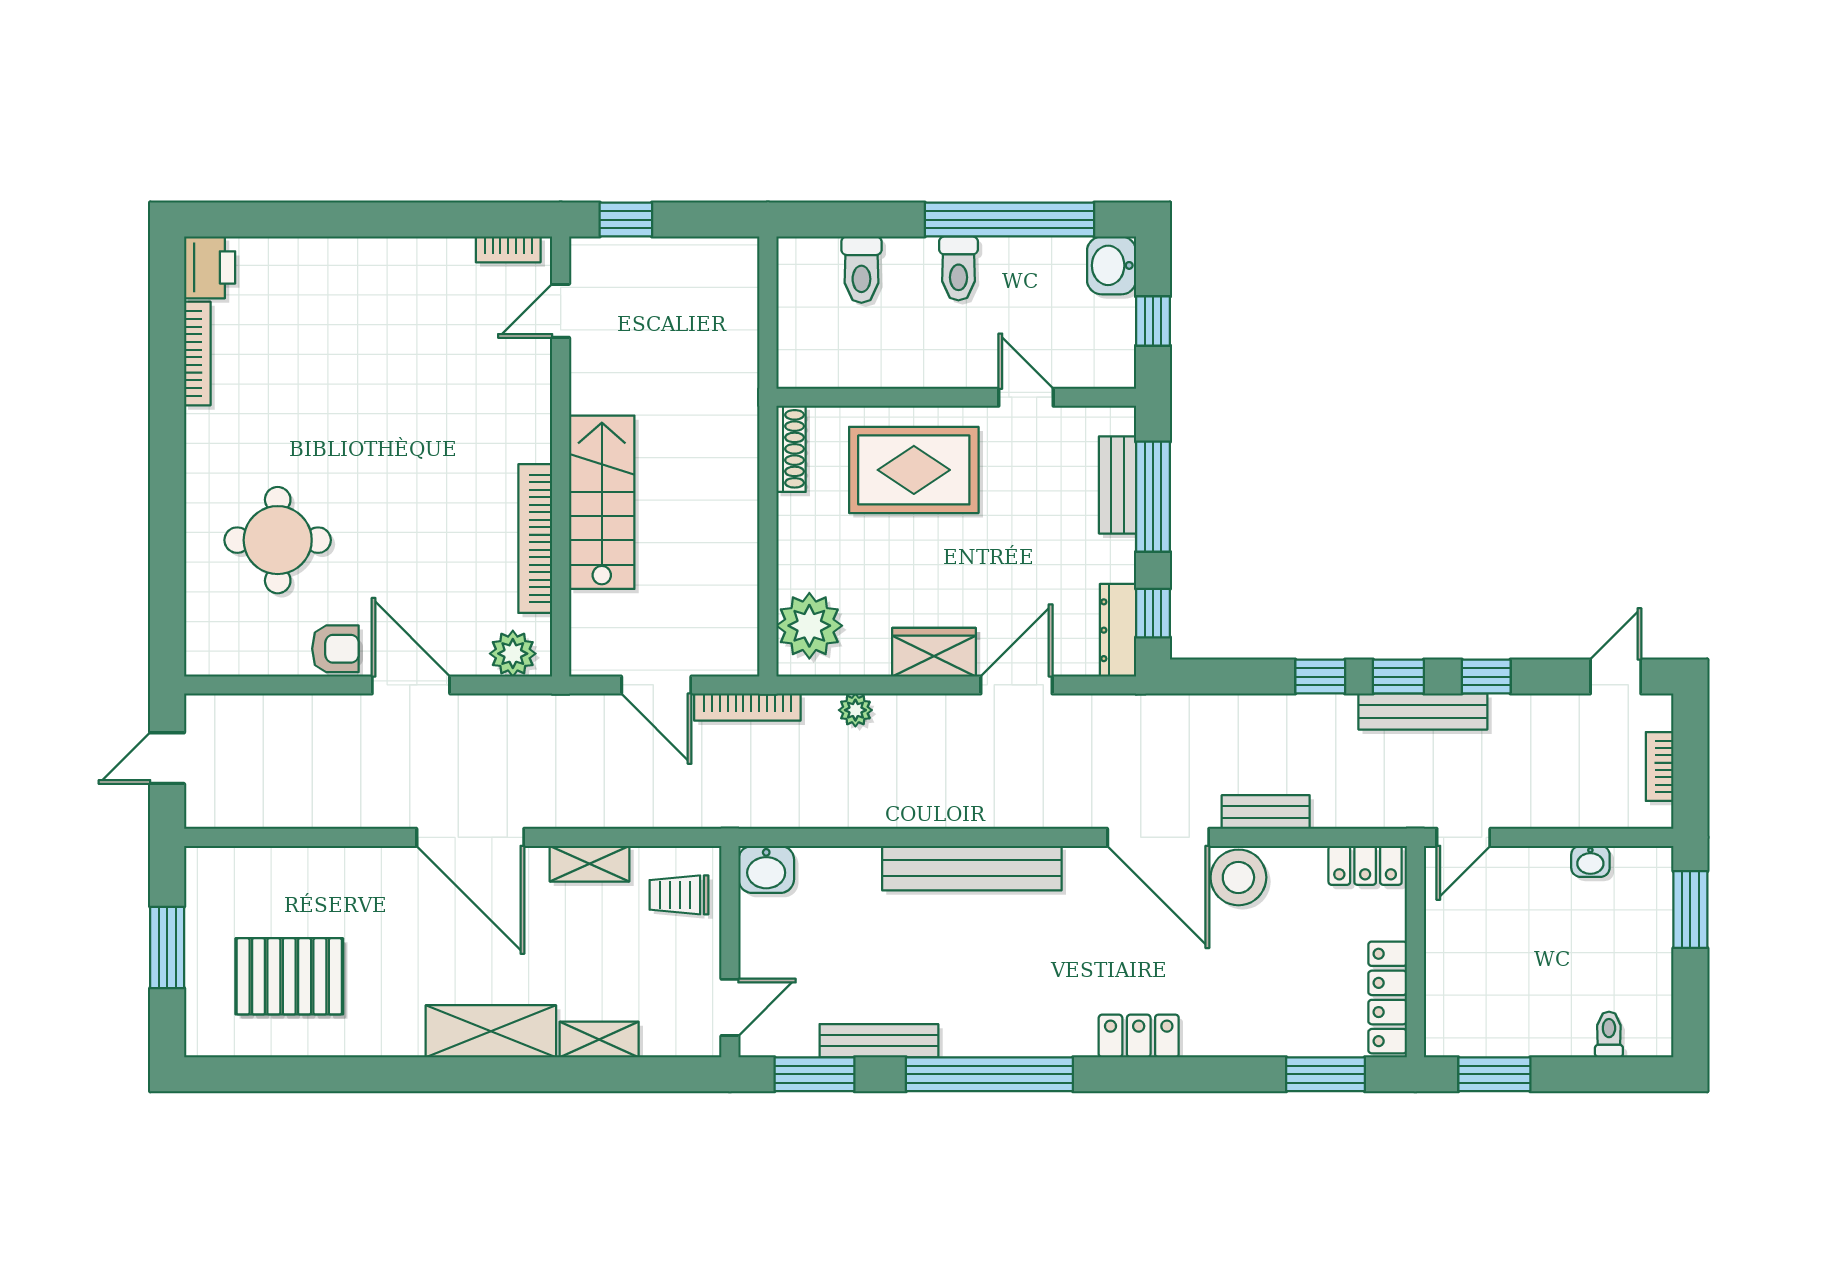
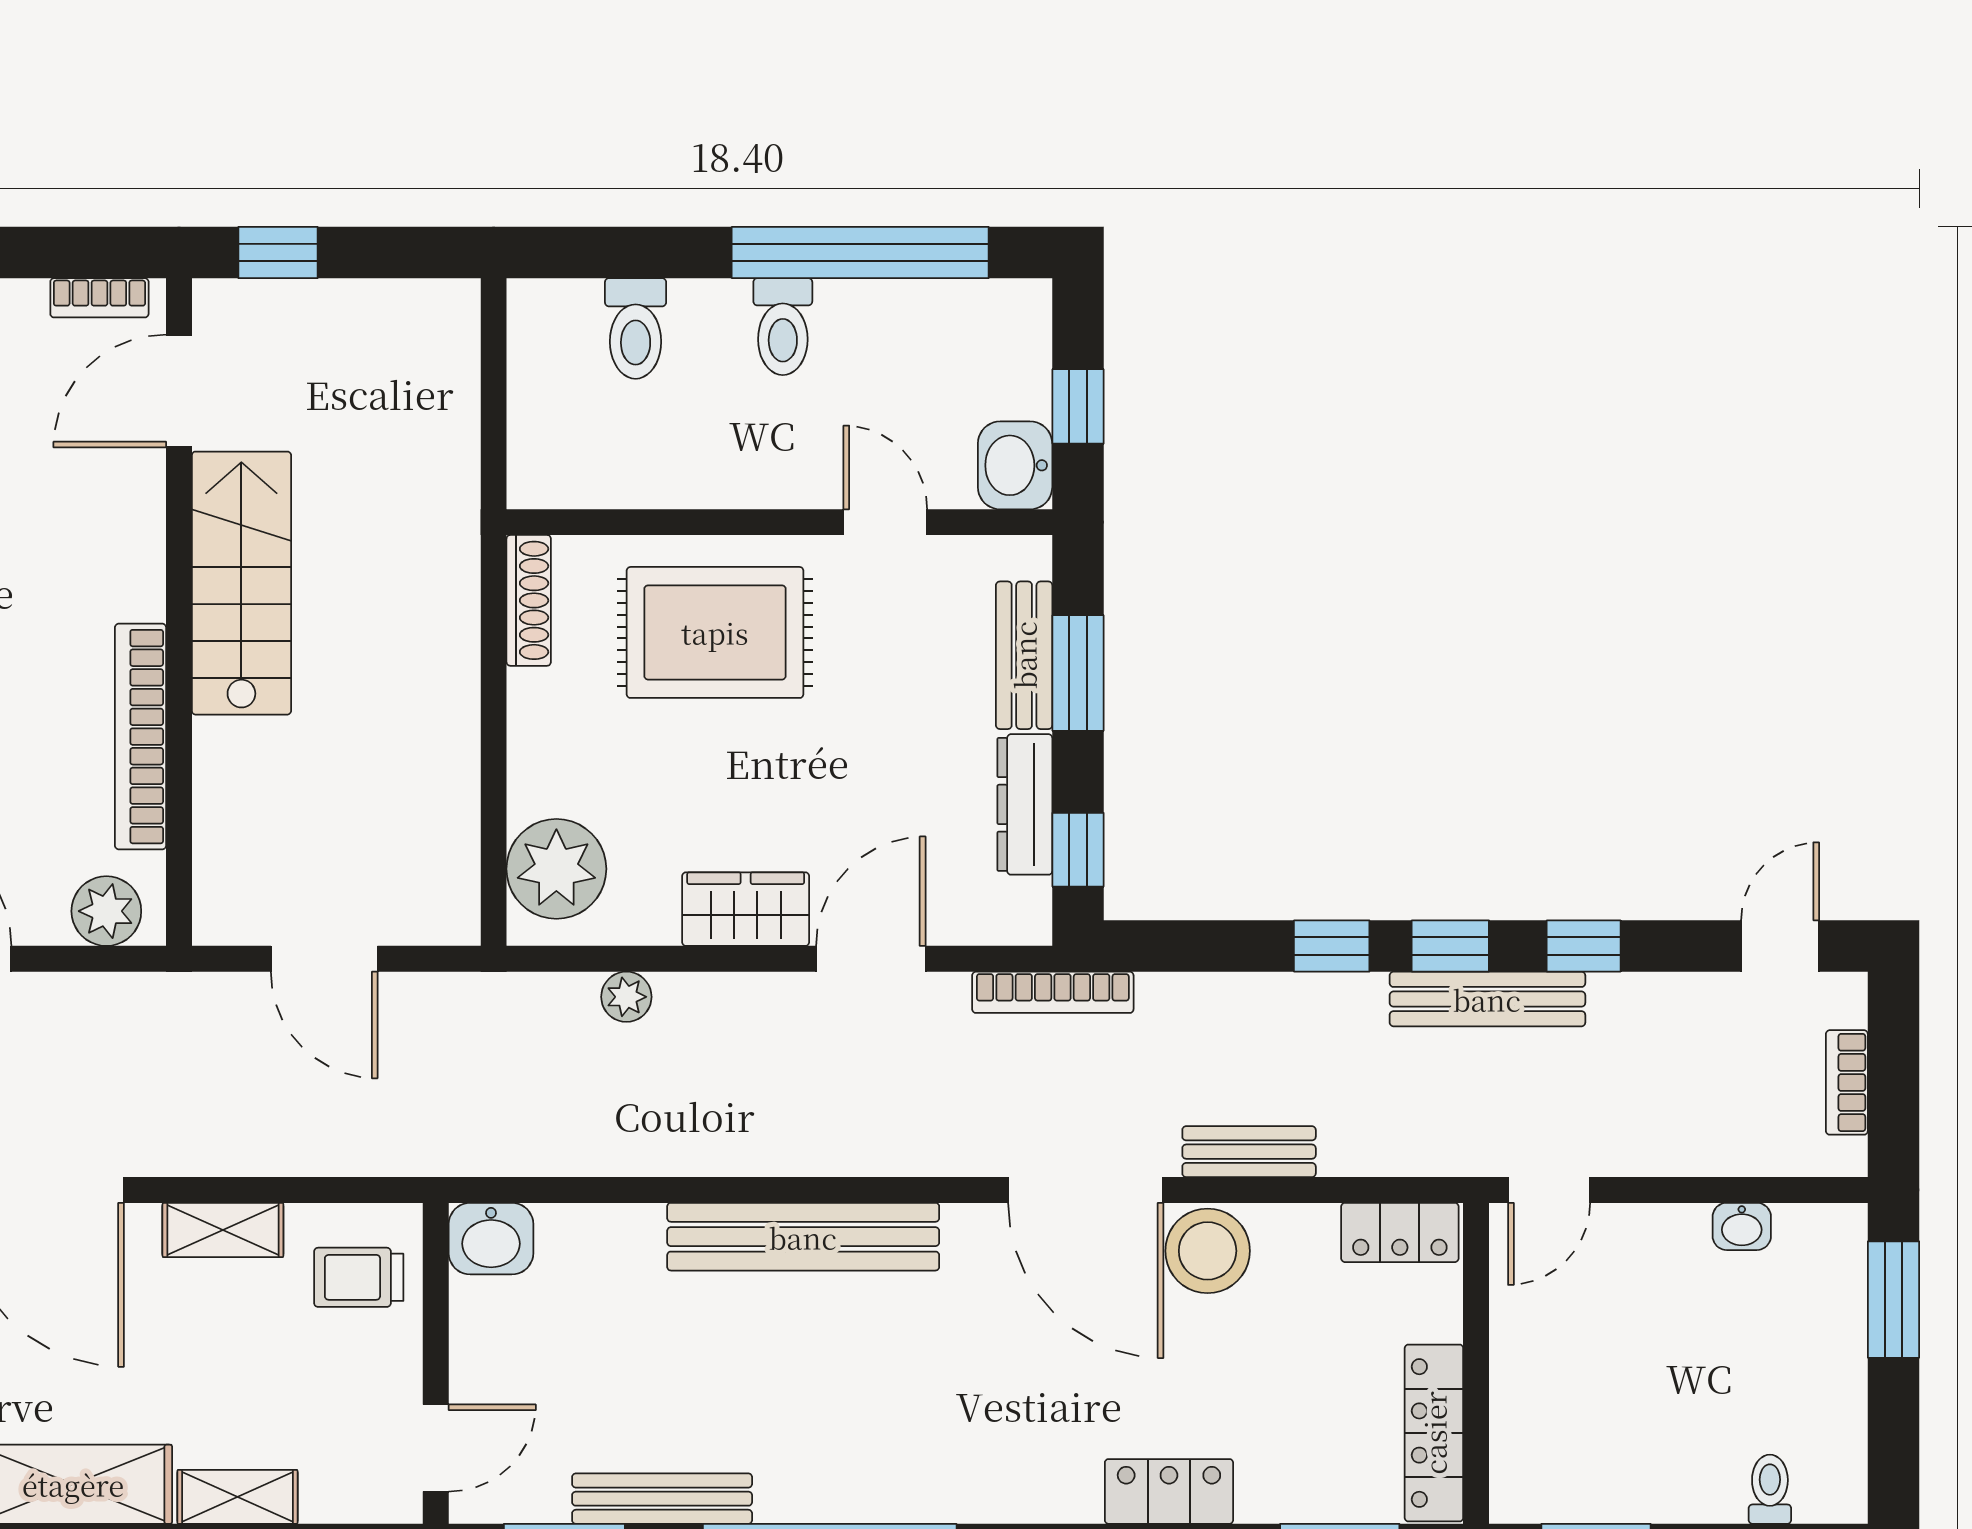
washbasin: (1112, 265) -> (1015, 465), moved
door: (561, 311) -> (179, 391), width x1.38
window: (1153, 497) -> (1078, 673), width x0.69
stairs: (602, 502) -> (241, 583), moved
dresser: (1118, 630) -> (1025, 804), moved
bookcase: (747, 707) -> (1053, 992), moved
locker: (1139, 1036) -> (1169, 1491), moved

